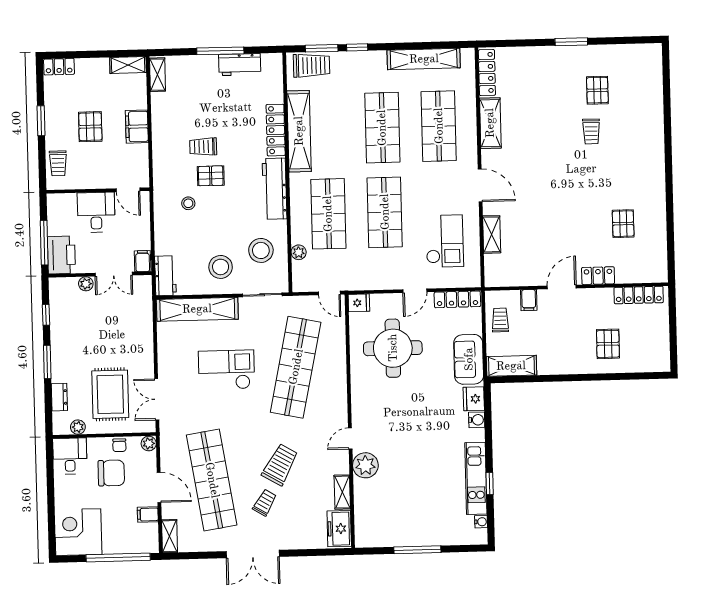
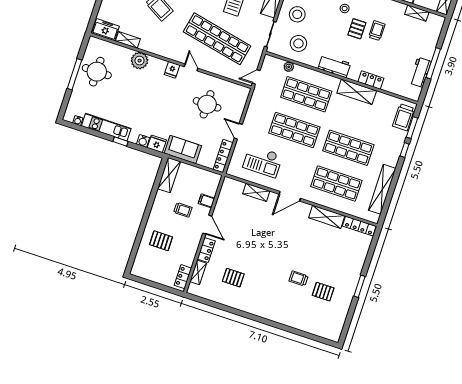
shelving: (158, 75) -> (417, 13), moved
locker: (276, 130) -> (371, 80), width x0.66
shelving: (299, 131) -> (357, 92), width x0.68
workbench: (274, 189) -> (334, 66), width x0.73
shelving: (634, 276) -> (198, 272), added
locker: (639, 295) -> (183, 277), width x0.66
fridge: (359, 303) -> (172, 70), moved
trolley: (500, 320) -> (183, 210), moved
round table: (393, 348) -> (207, 104), width x0.73, depth x0.73
door: (350, 438) -> (191, 67), moved
window: (490, 483) -> (121, 142), moved
round table: (403, 520) -> (97, 72), added

